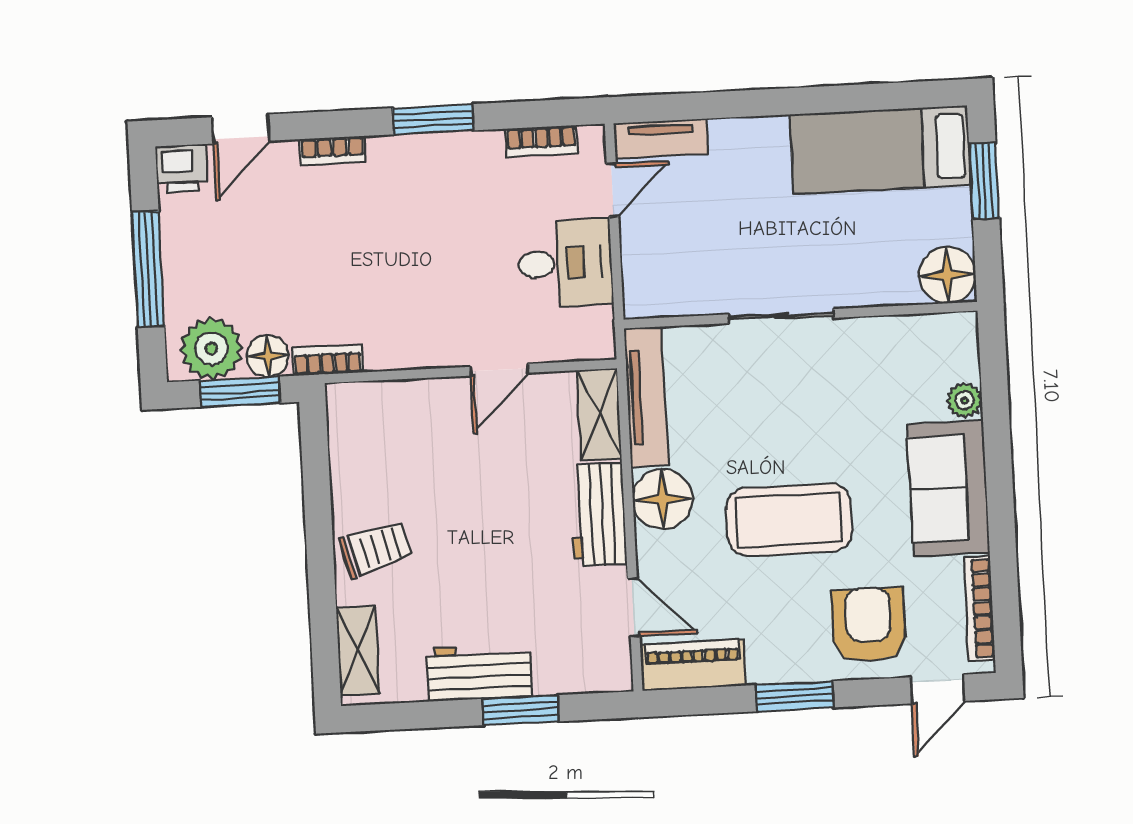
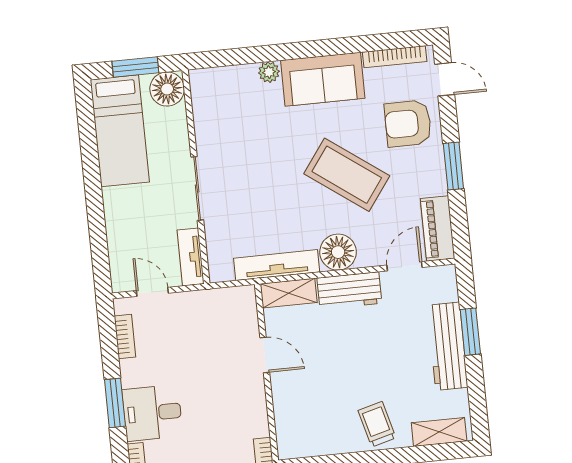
tv unit: (661, 139) -> (191, 257), moved, turned 180
desk: (565, 263) -> (152, 413), moved, turned -90
floor lamp: (947, 275) -> (167, 89), moved
wall: (801, 315) -> (196, 177), moved
sliding door: (781, 316) -> (197, 188), moved
coffee table: (789, 520) -> (347, 175), turned -54
workbench: (479, 672) -> (448, 346), width x1.38

